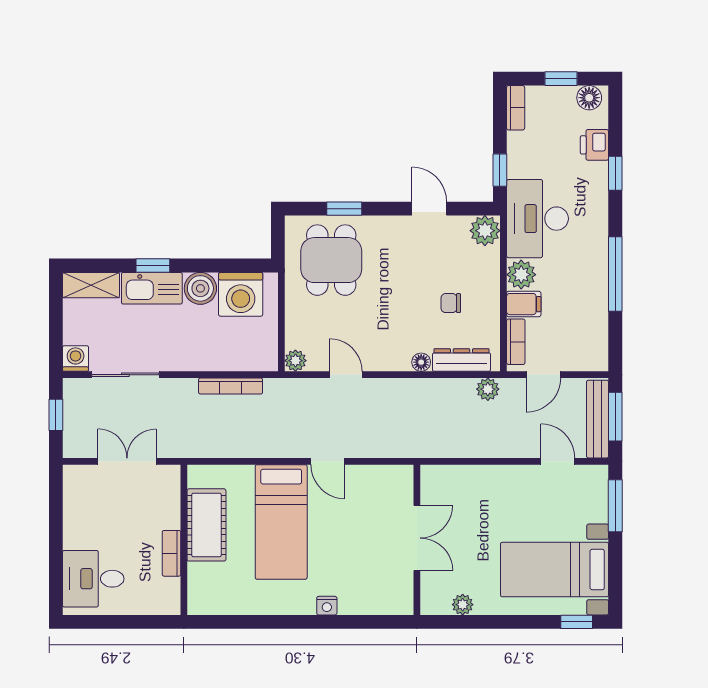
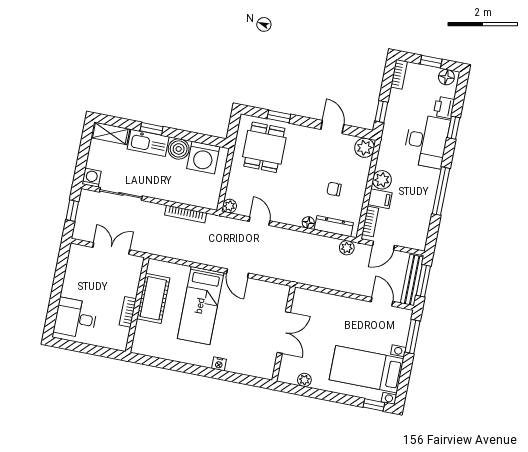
desk: (537, 219) -> (426, 141), moved, turned 180

